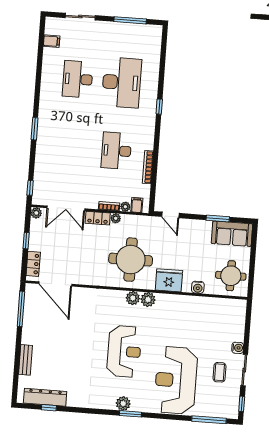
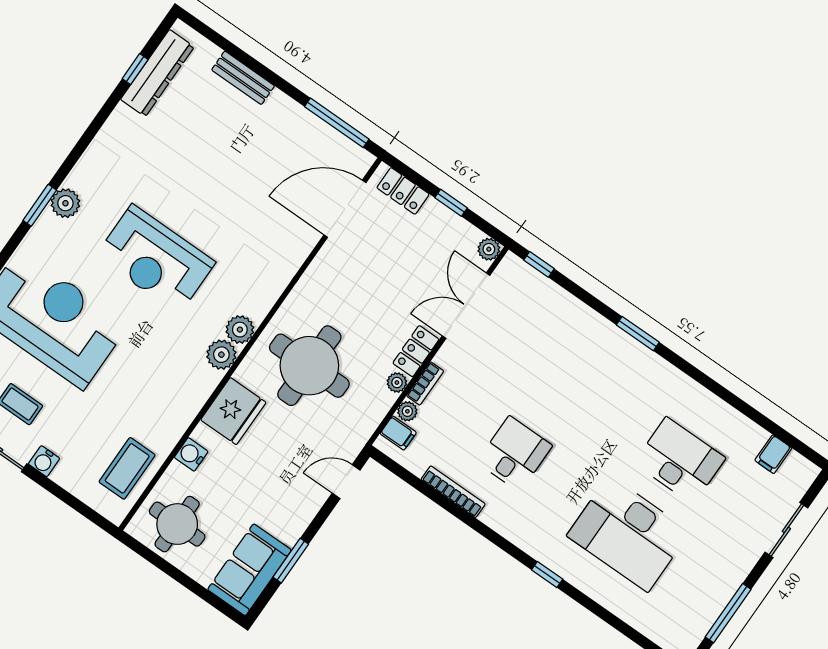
desk: (116, 151) -> (514, 454), width x0.73
coffee table: (220, 311) -> (127, 468), added

